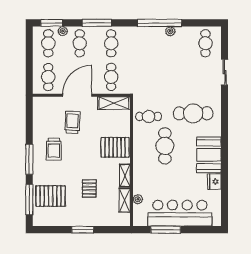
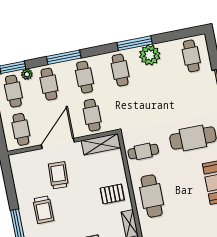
window: (160, 23) -> (135, 43), width x0.68
plant: (170, 31) -> (150, 55), width x1.88, depth x1.88
cafe table: (143, 43) -> (120, 70), added
cafe table: (165, 146) -> (152, 196), moved
pallet: (115, 147) -> (112, 194), width x0.67, depth x0.71

